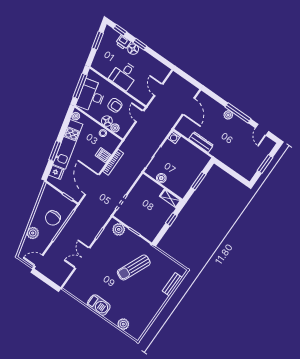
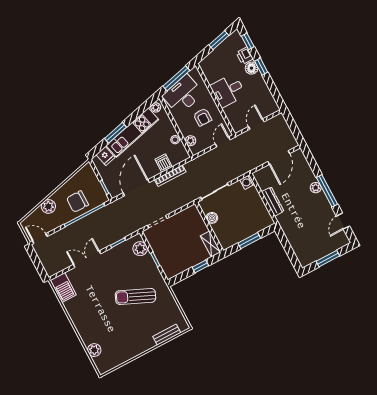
floor lamp: (107, 121) -> (186, 129), removed
barbecue: (99, 305) -> (63, 288), moved

